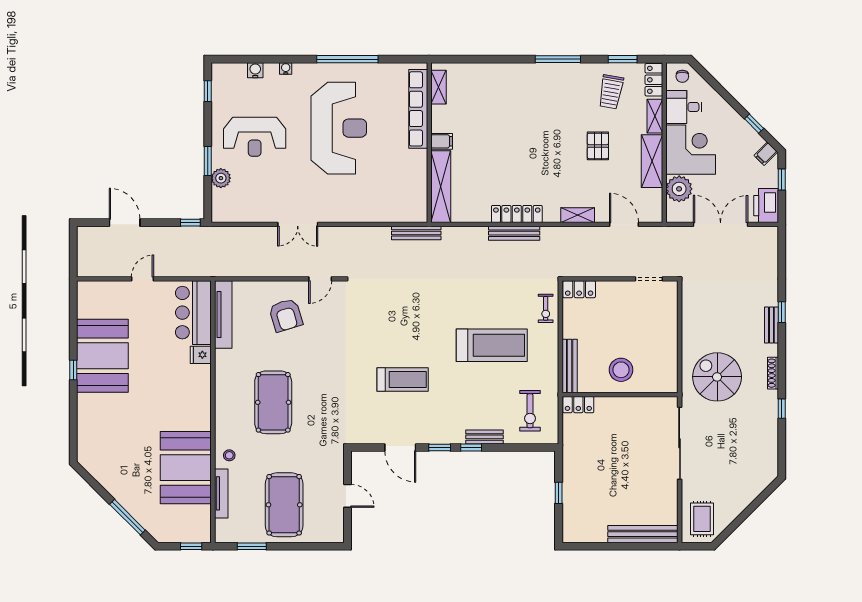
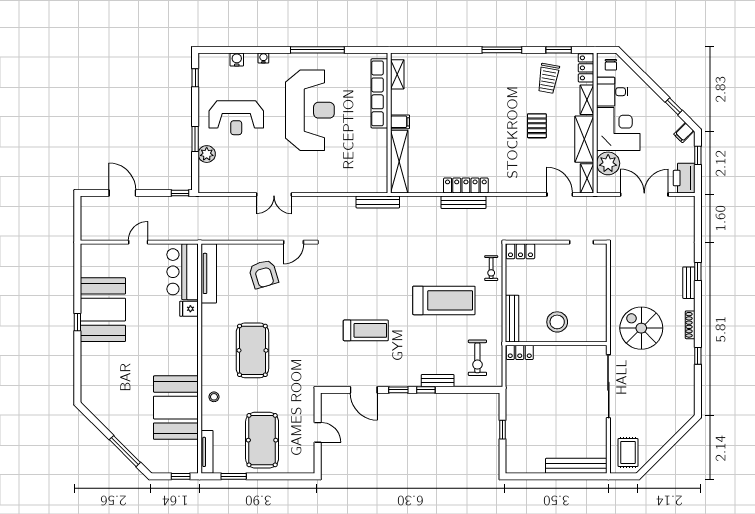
shelving: (578, 215) -> (587, 178), moved, turned 90
tv unit: (221, 493) -> (207, 452), moved

